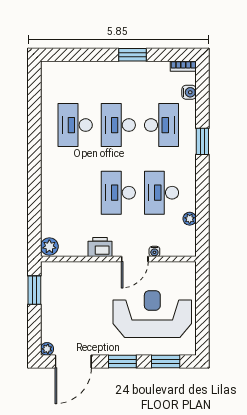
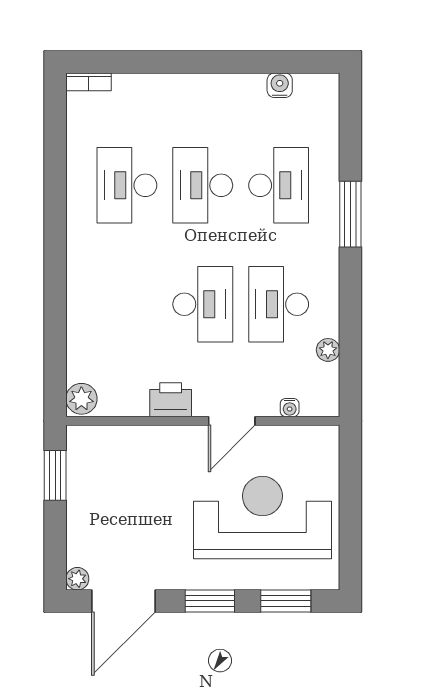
window: (133, 55) -> (228, 62), removed
bookcase: (183, 66) -> (89, 82), moved
water cooler: (189, 92) -> (280, 85), moved, turned -90
window: (202, 141) -> (350, 214), width x1.44
desk: (118, 193) -> (203, 304), turned 180
water cooler: (154, 251) -> (290, 408), moved

